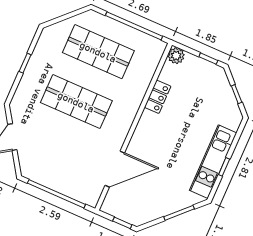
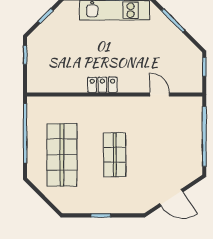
plant: (176, 56) -> (35, 84), removed
locker: (158, 97) -> (102, 85), moved
shop shelf: (76, 102) -> (115, 155), width x0.70, depth x0.74
door: (115, 169) -> (160, 94), width x0.53

